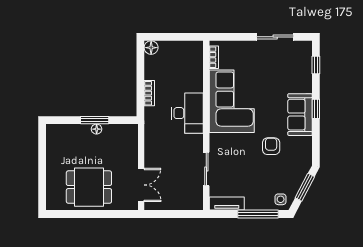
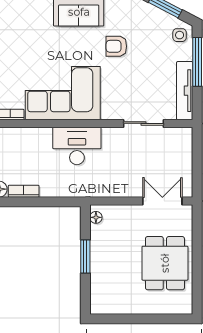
bookcase: (149, 93) -> (24, 191), moved
floor lamp: (97, 129) -> (96, 217), moved
tv unit: (227, 204) -> (185, 91), width x1.41

